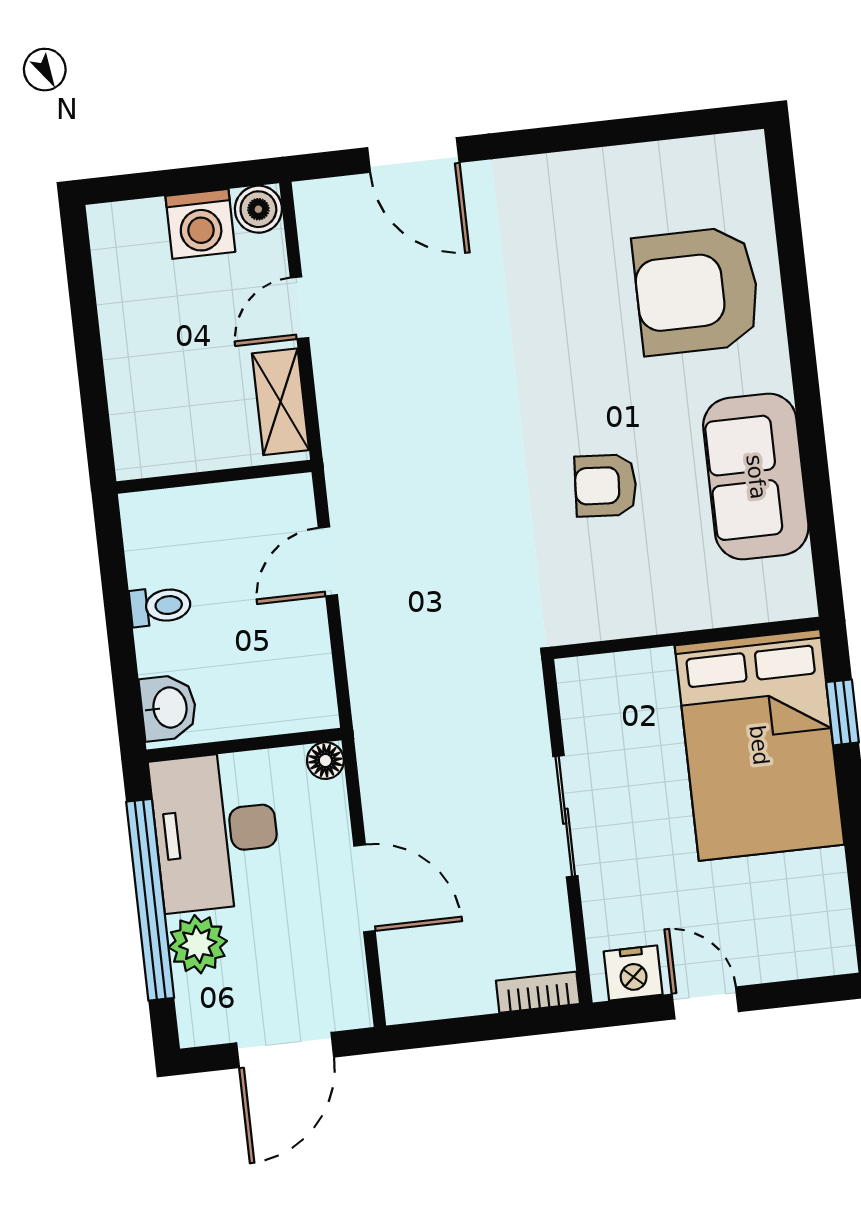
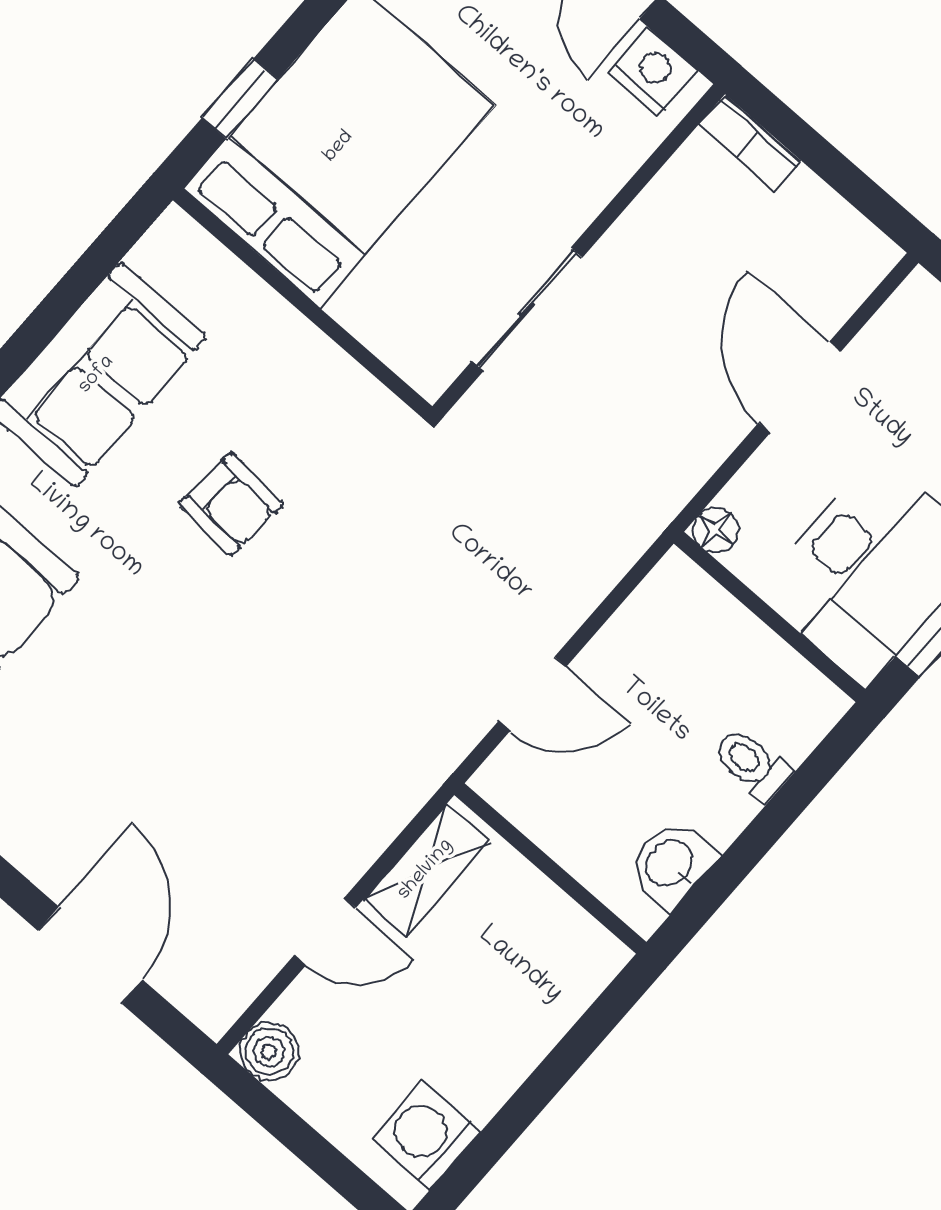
washing machine: (200, 224) -> (426, 1135), moved, turned -90
toilet: (160, 606) -> (752, 765), moved
washbasin: (168, 708) -> (671, 864), moved
sliding door: (565, 816) -> (527, 309), moved

